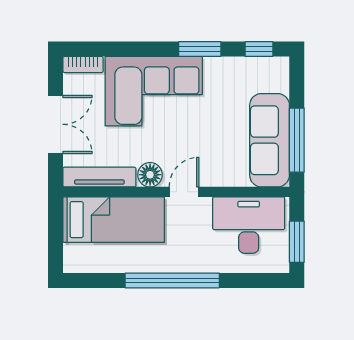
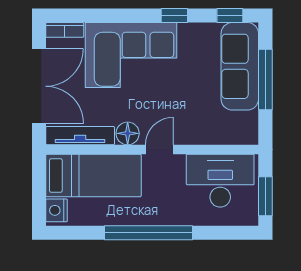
window: (200, 49) -> (174, 15), width x0.67
double door: (56, 124) -> (39, 86), width x1.37
sofa: (270, 140) -> (240, 66), moved
window: (297, 140) -> (265, 79), moved
nightstand: (74, 257) -> (57, 210), added

